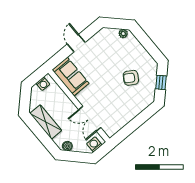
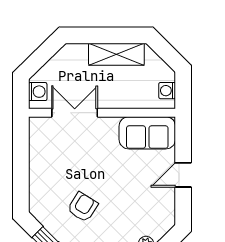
door: (76, 43) -> (183, 175), swing flipped
boiler: (67, 146) -> (64, 56), removed

